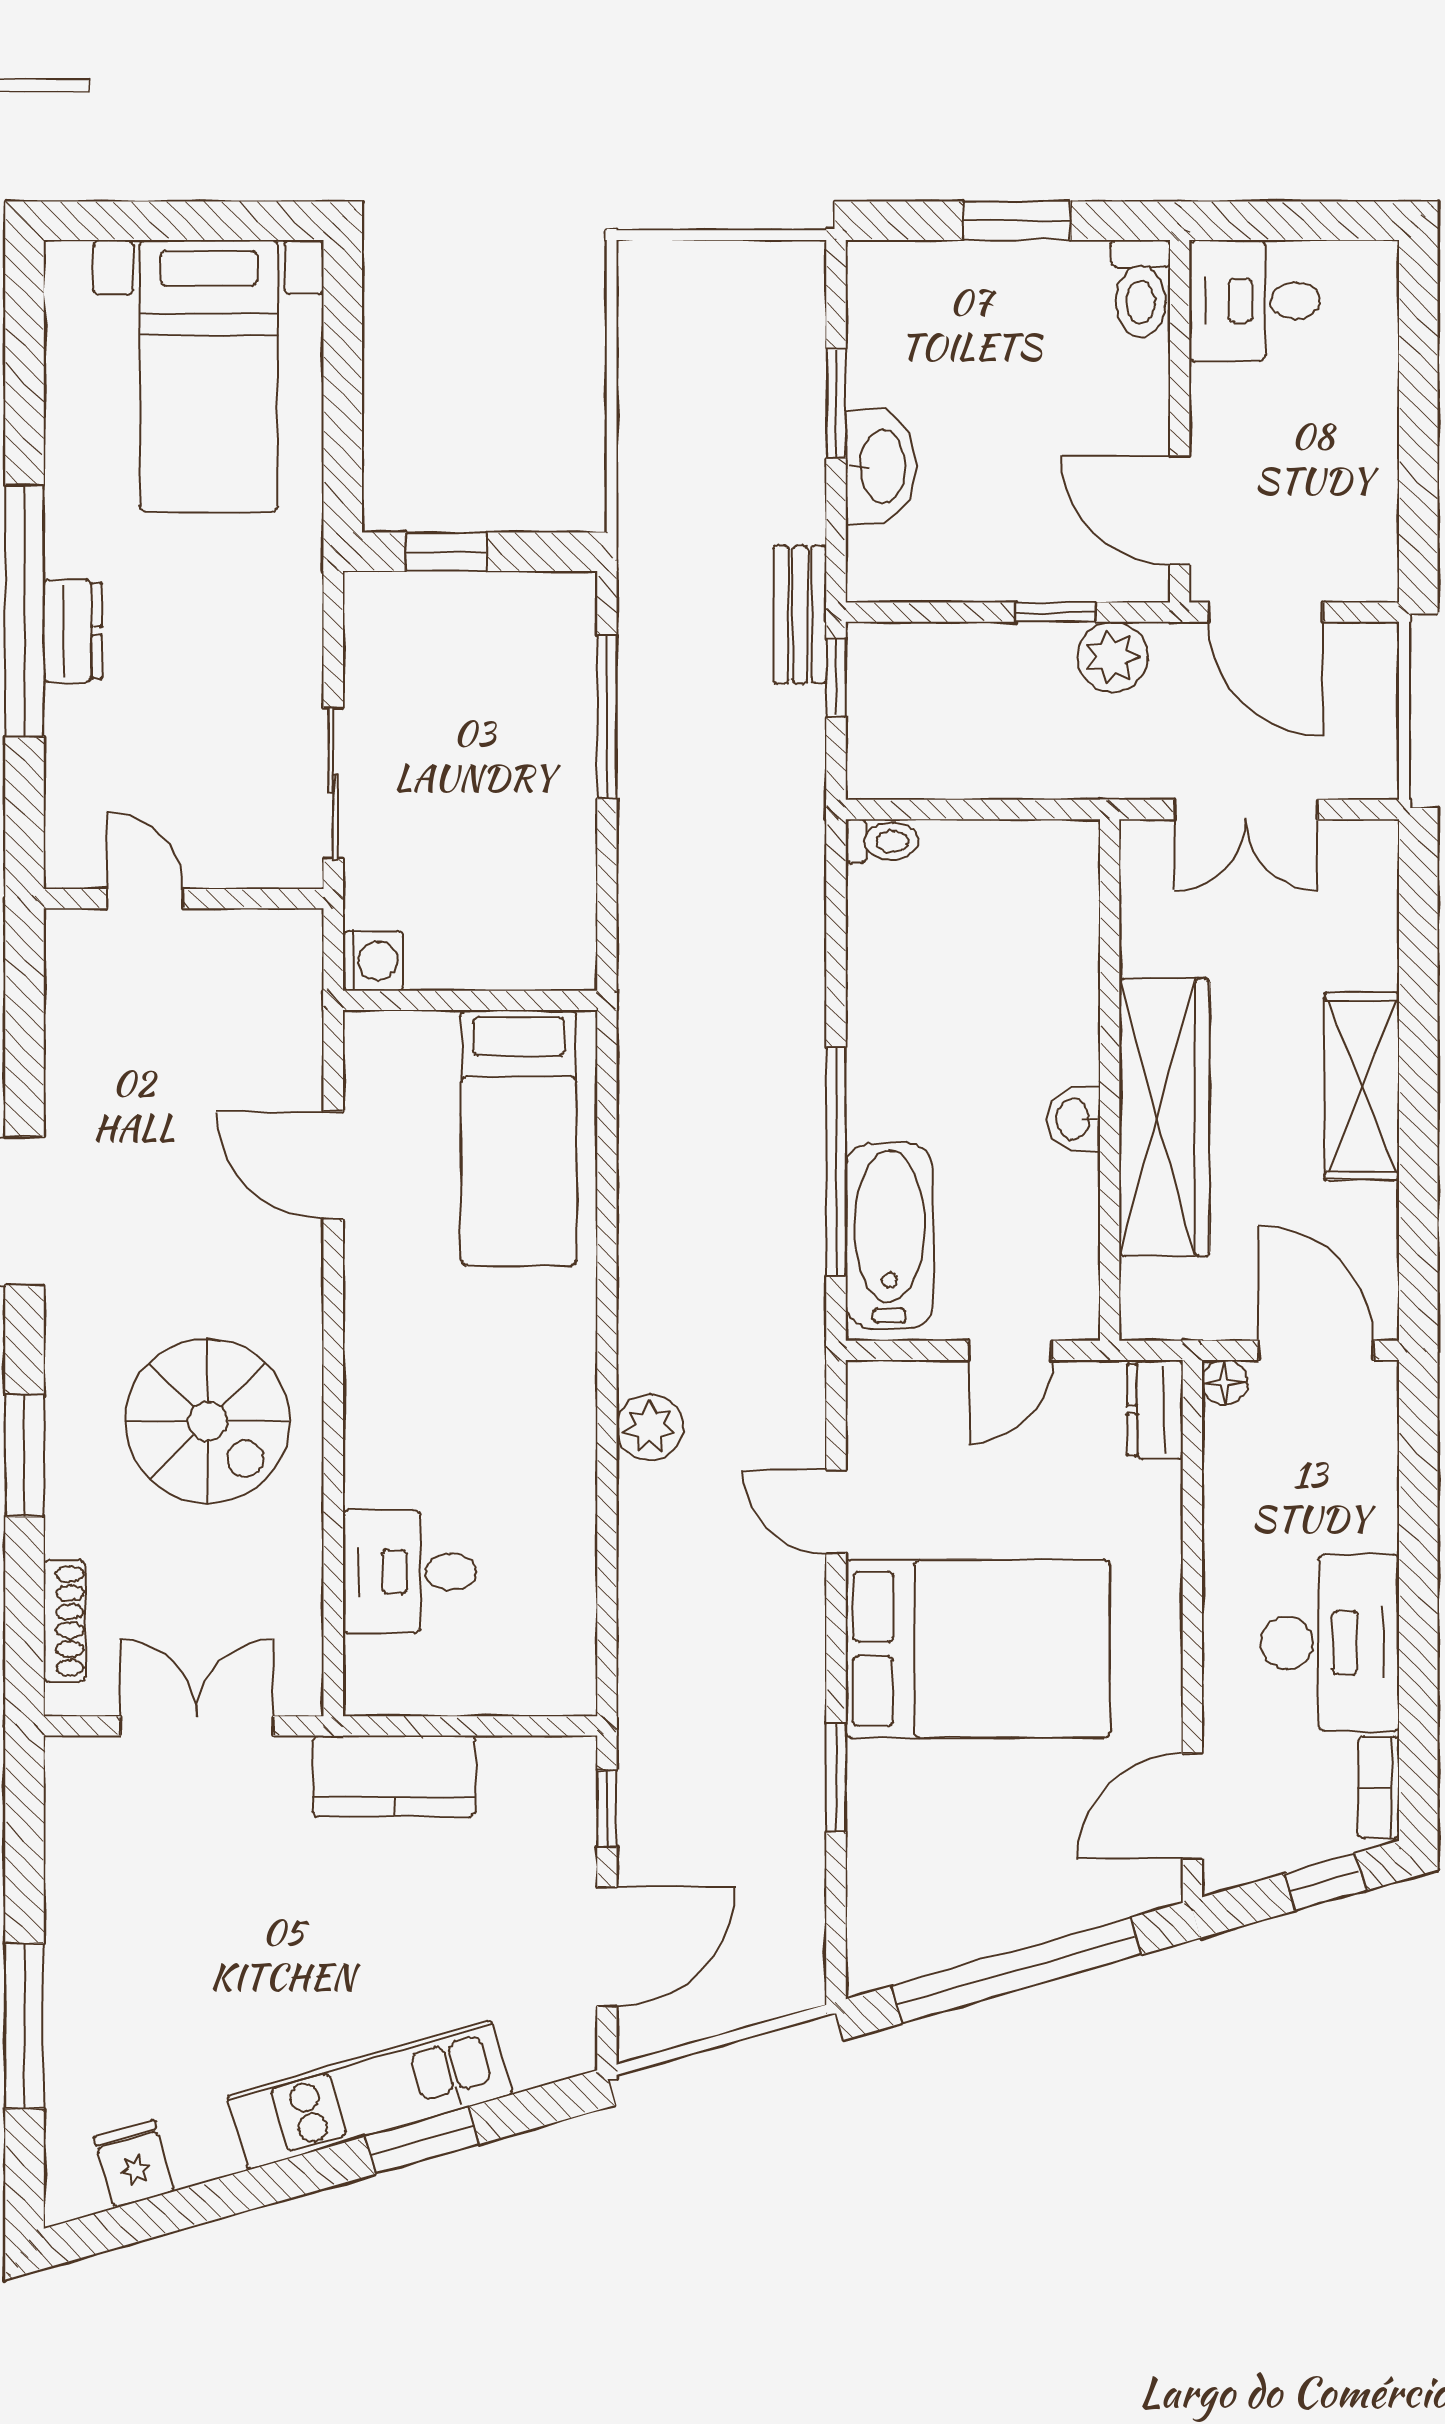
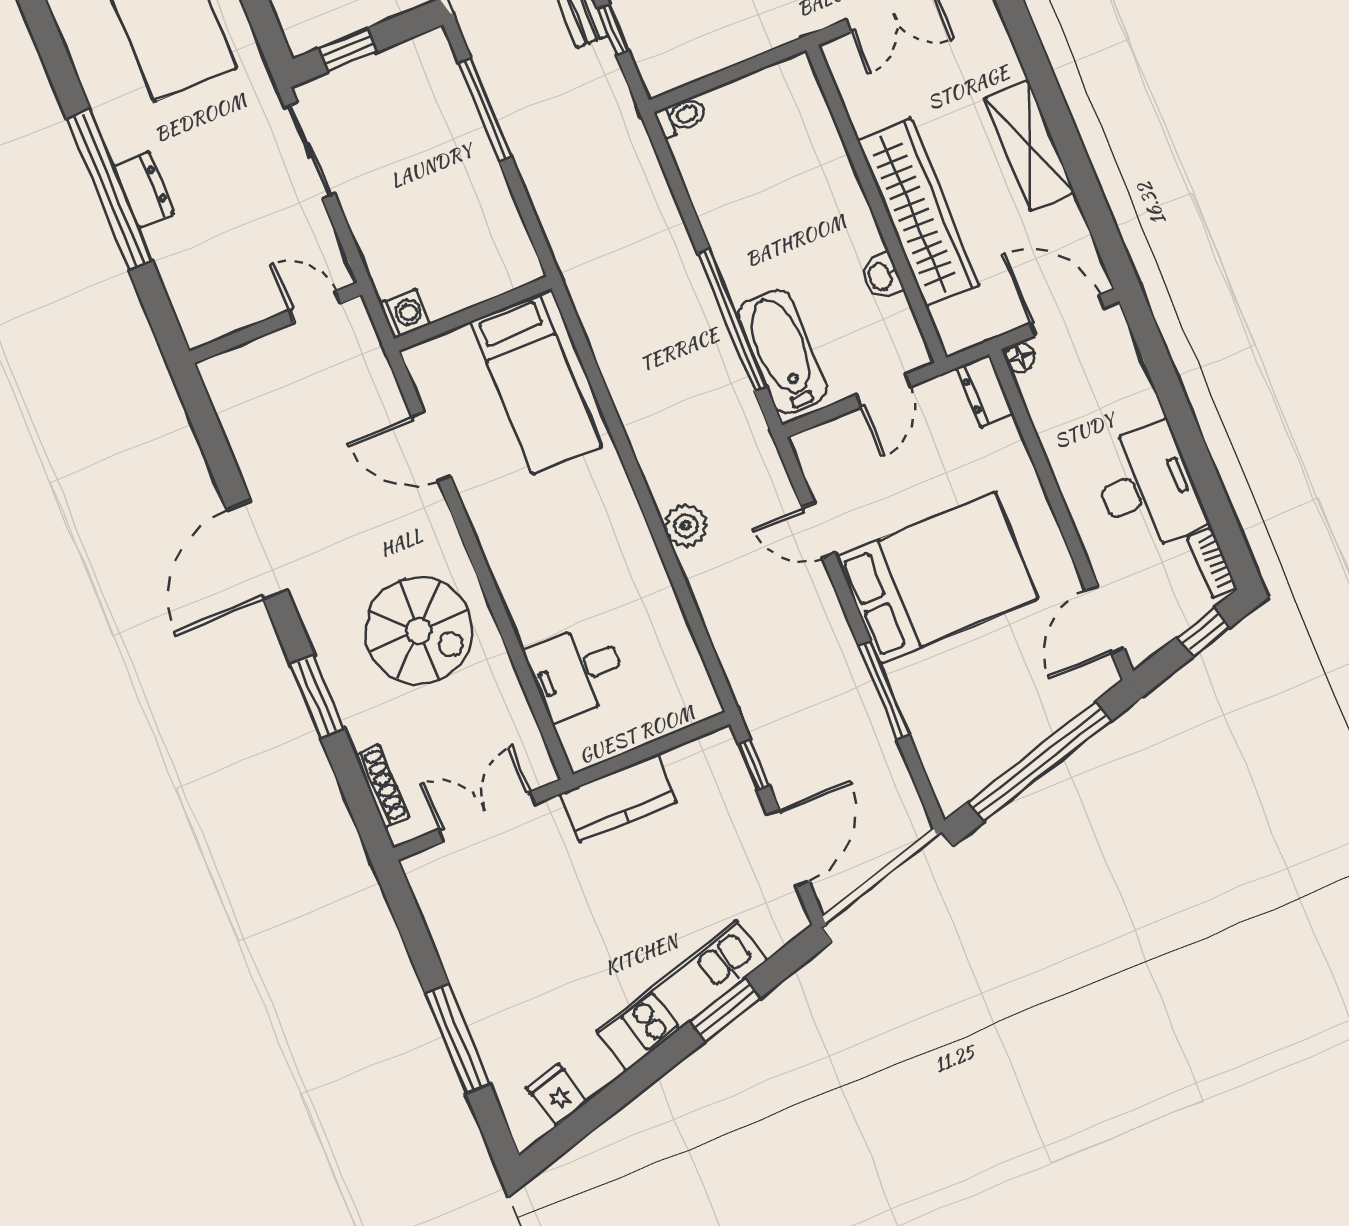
sliding door: (333, 784) -> (310, 150), moved
door: (145, 899) -> (315, 307), moved
washbasin: (1074, 1119) -> (881, 276), moved
window: (836, 1778) -> (884, 690), width x1.44

